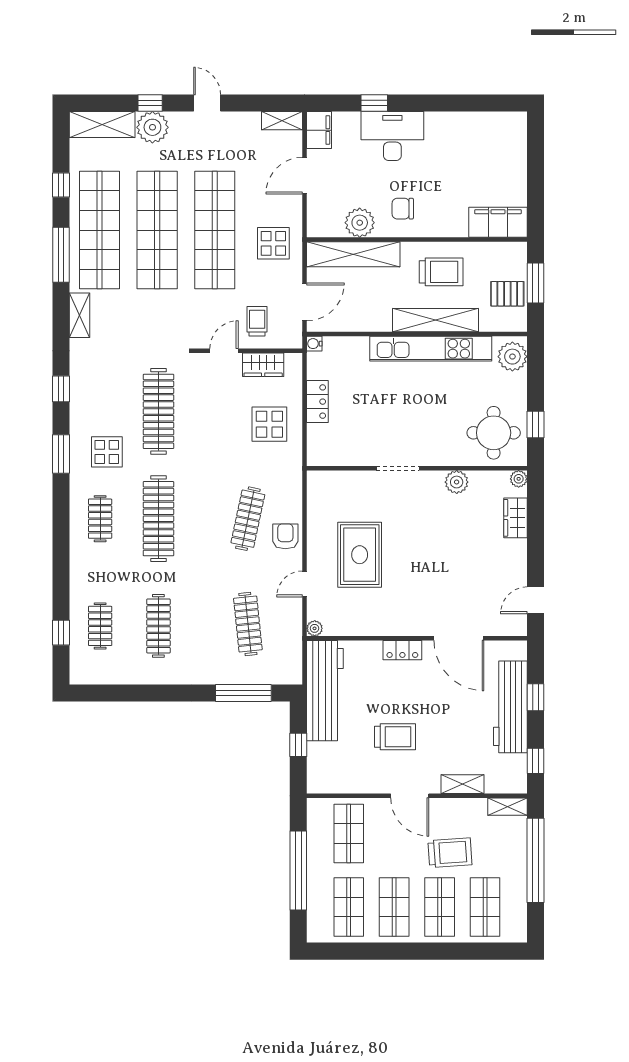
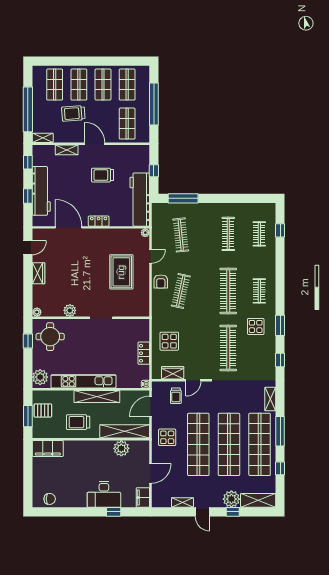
shelving: (282, 121) -> (182, 503), moved
chair: (403, 209) -> (50, 499), moved
shelving: (435, 320) -> (97, 396), moved
wardrobe: (515, 518) -> (39, 273), moved

